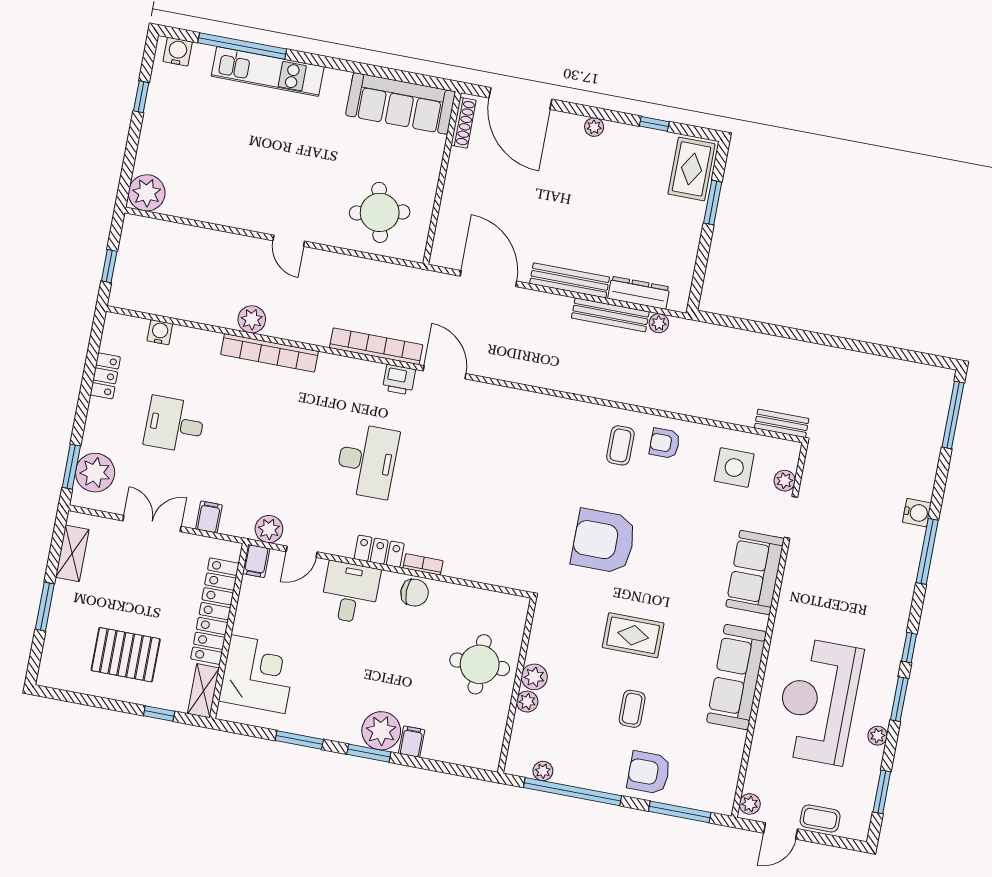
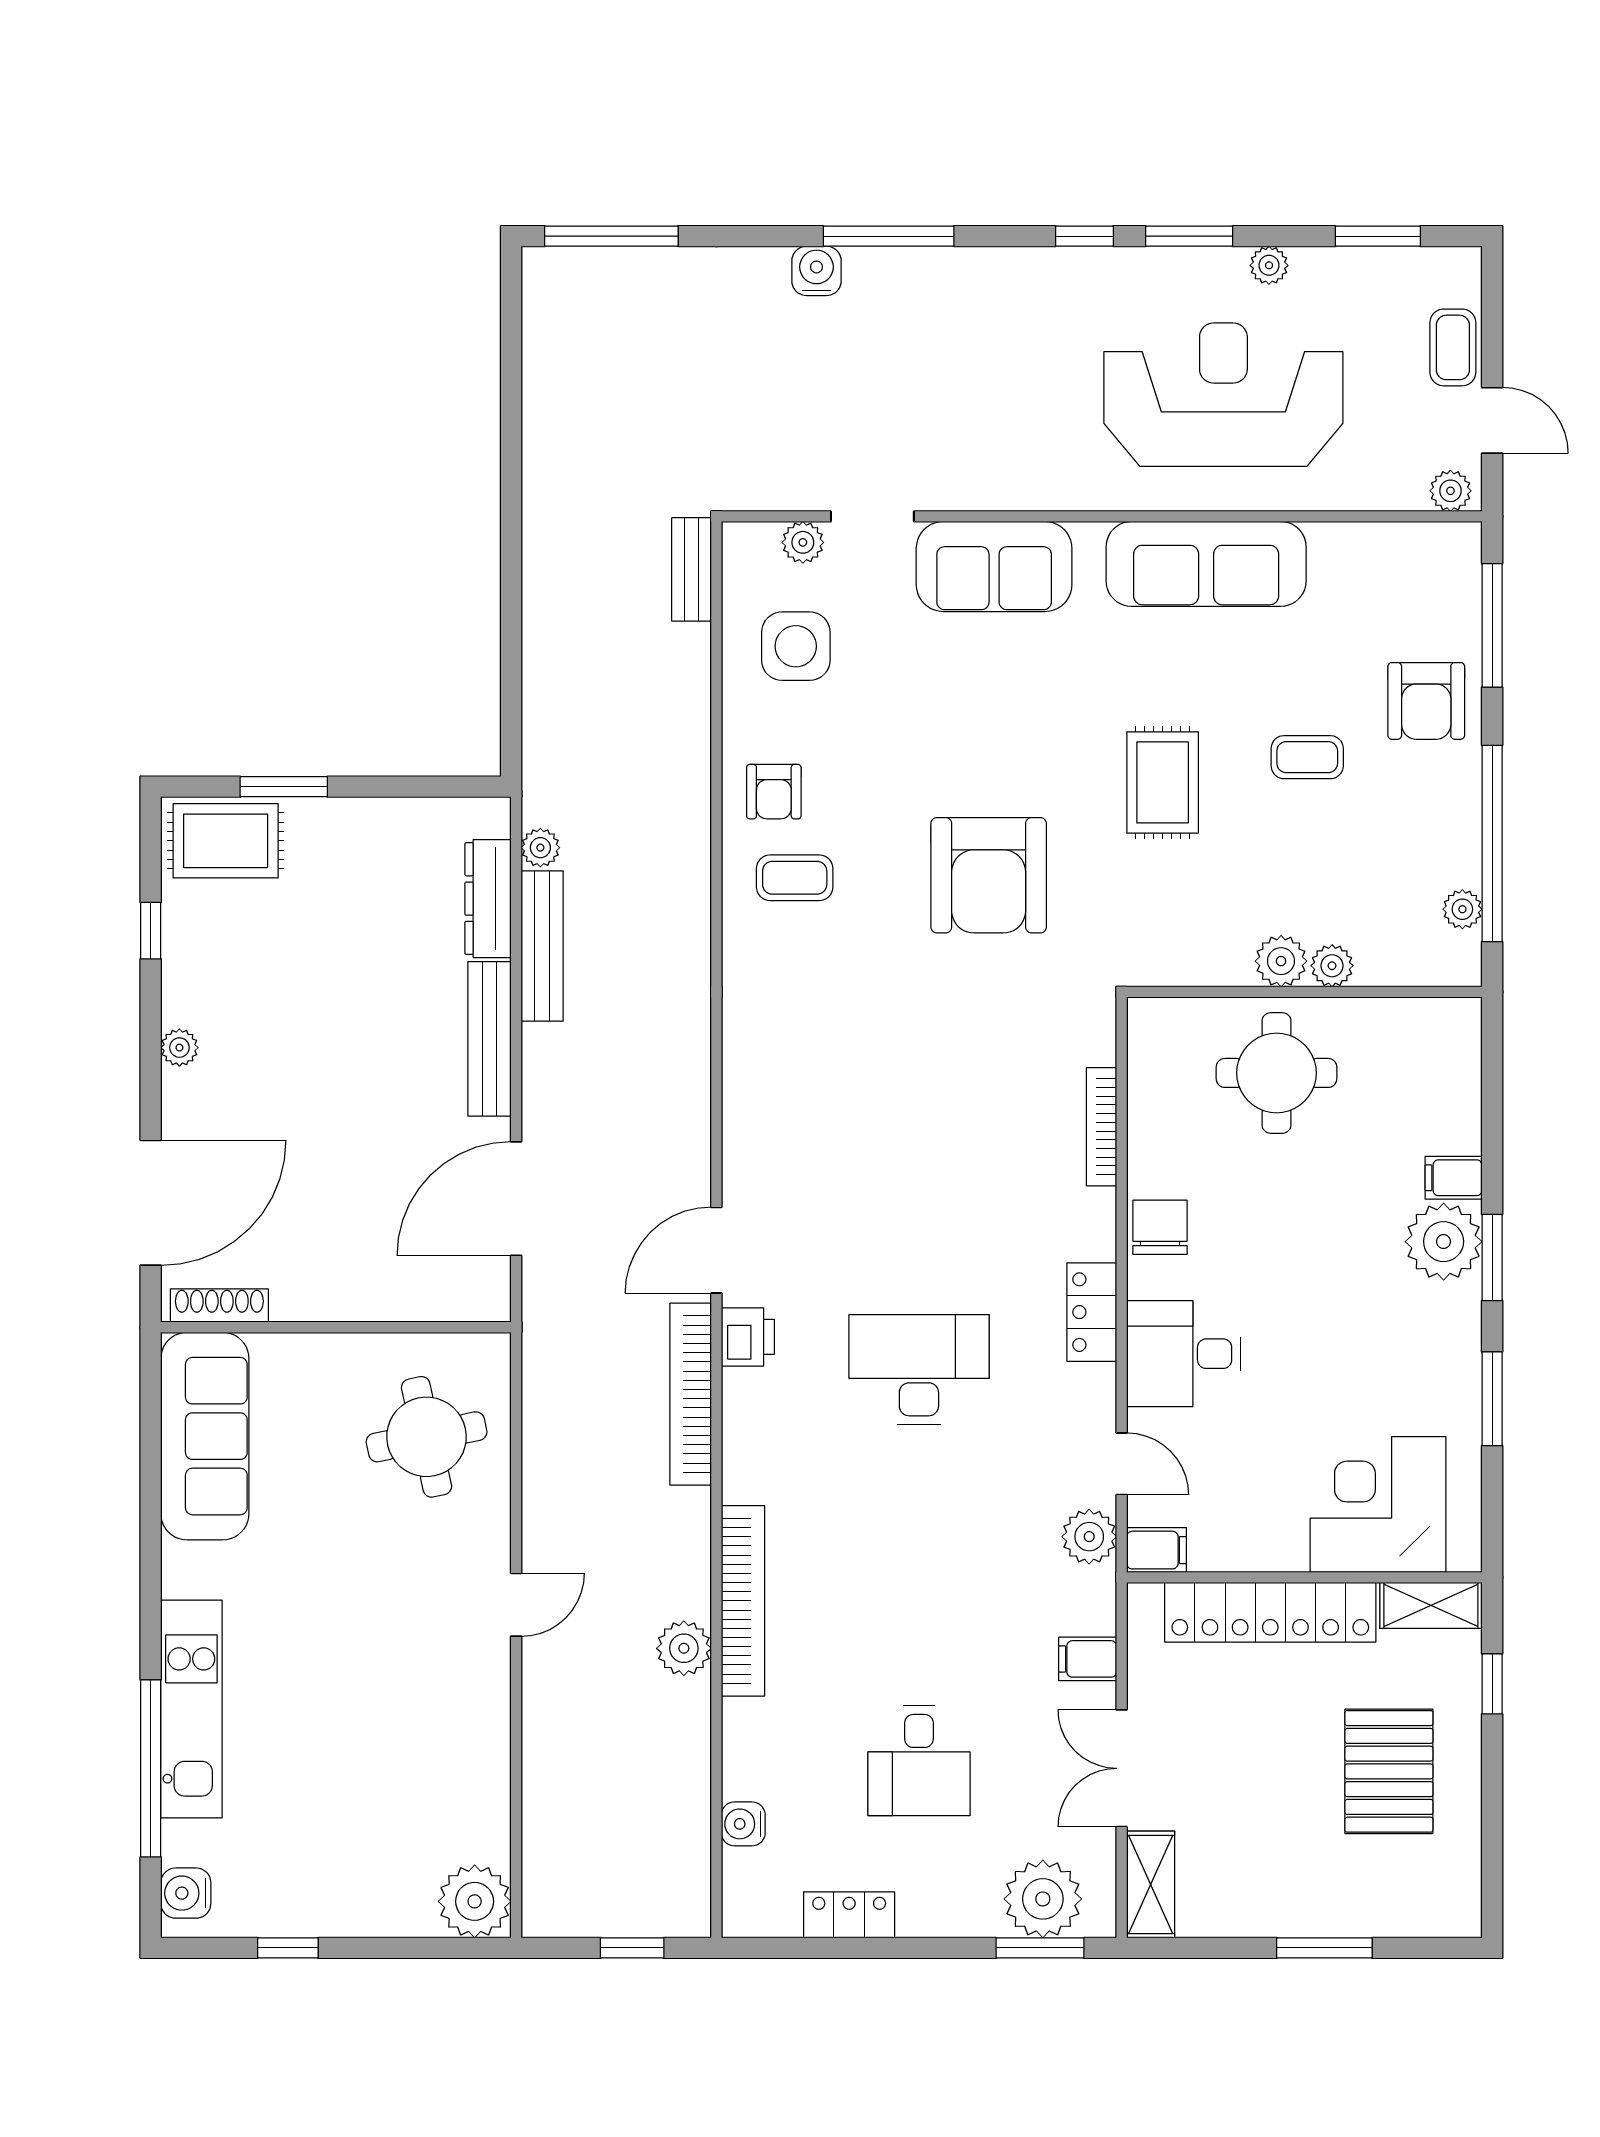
shelving: (72, 553) -> (1151, 1884), moved, turned 90
bookcase: (423, 564) -> (1102, 1127), moved, width x1.56
reception desk: (818, 701) -> (1223, 395), turned 180

